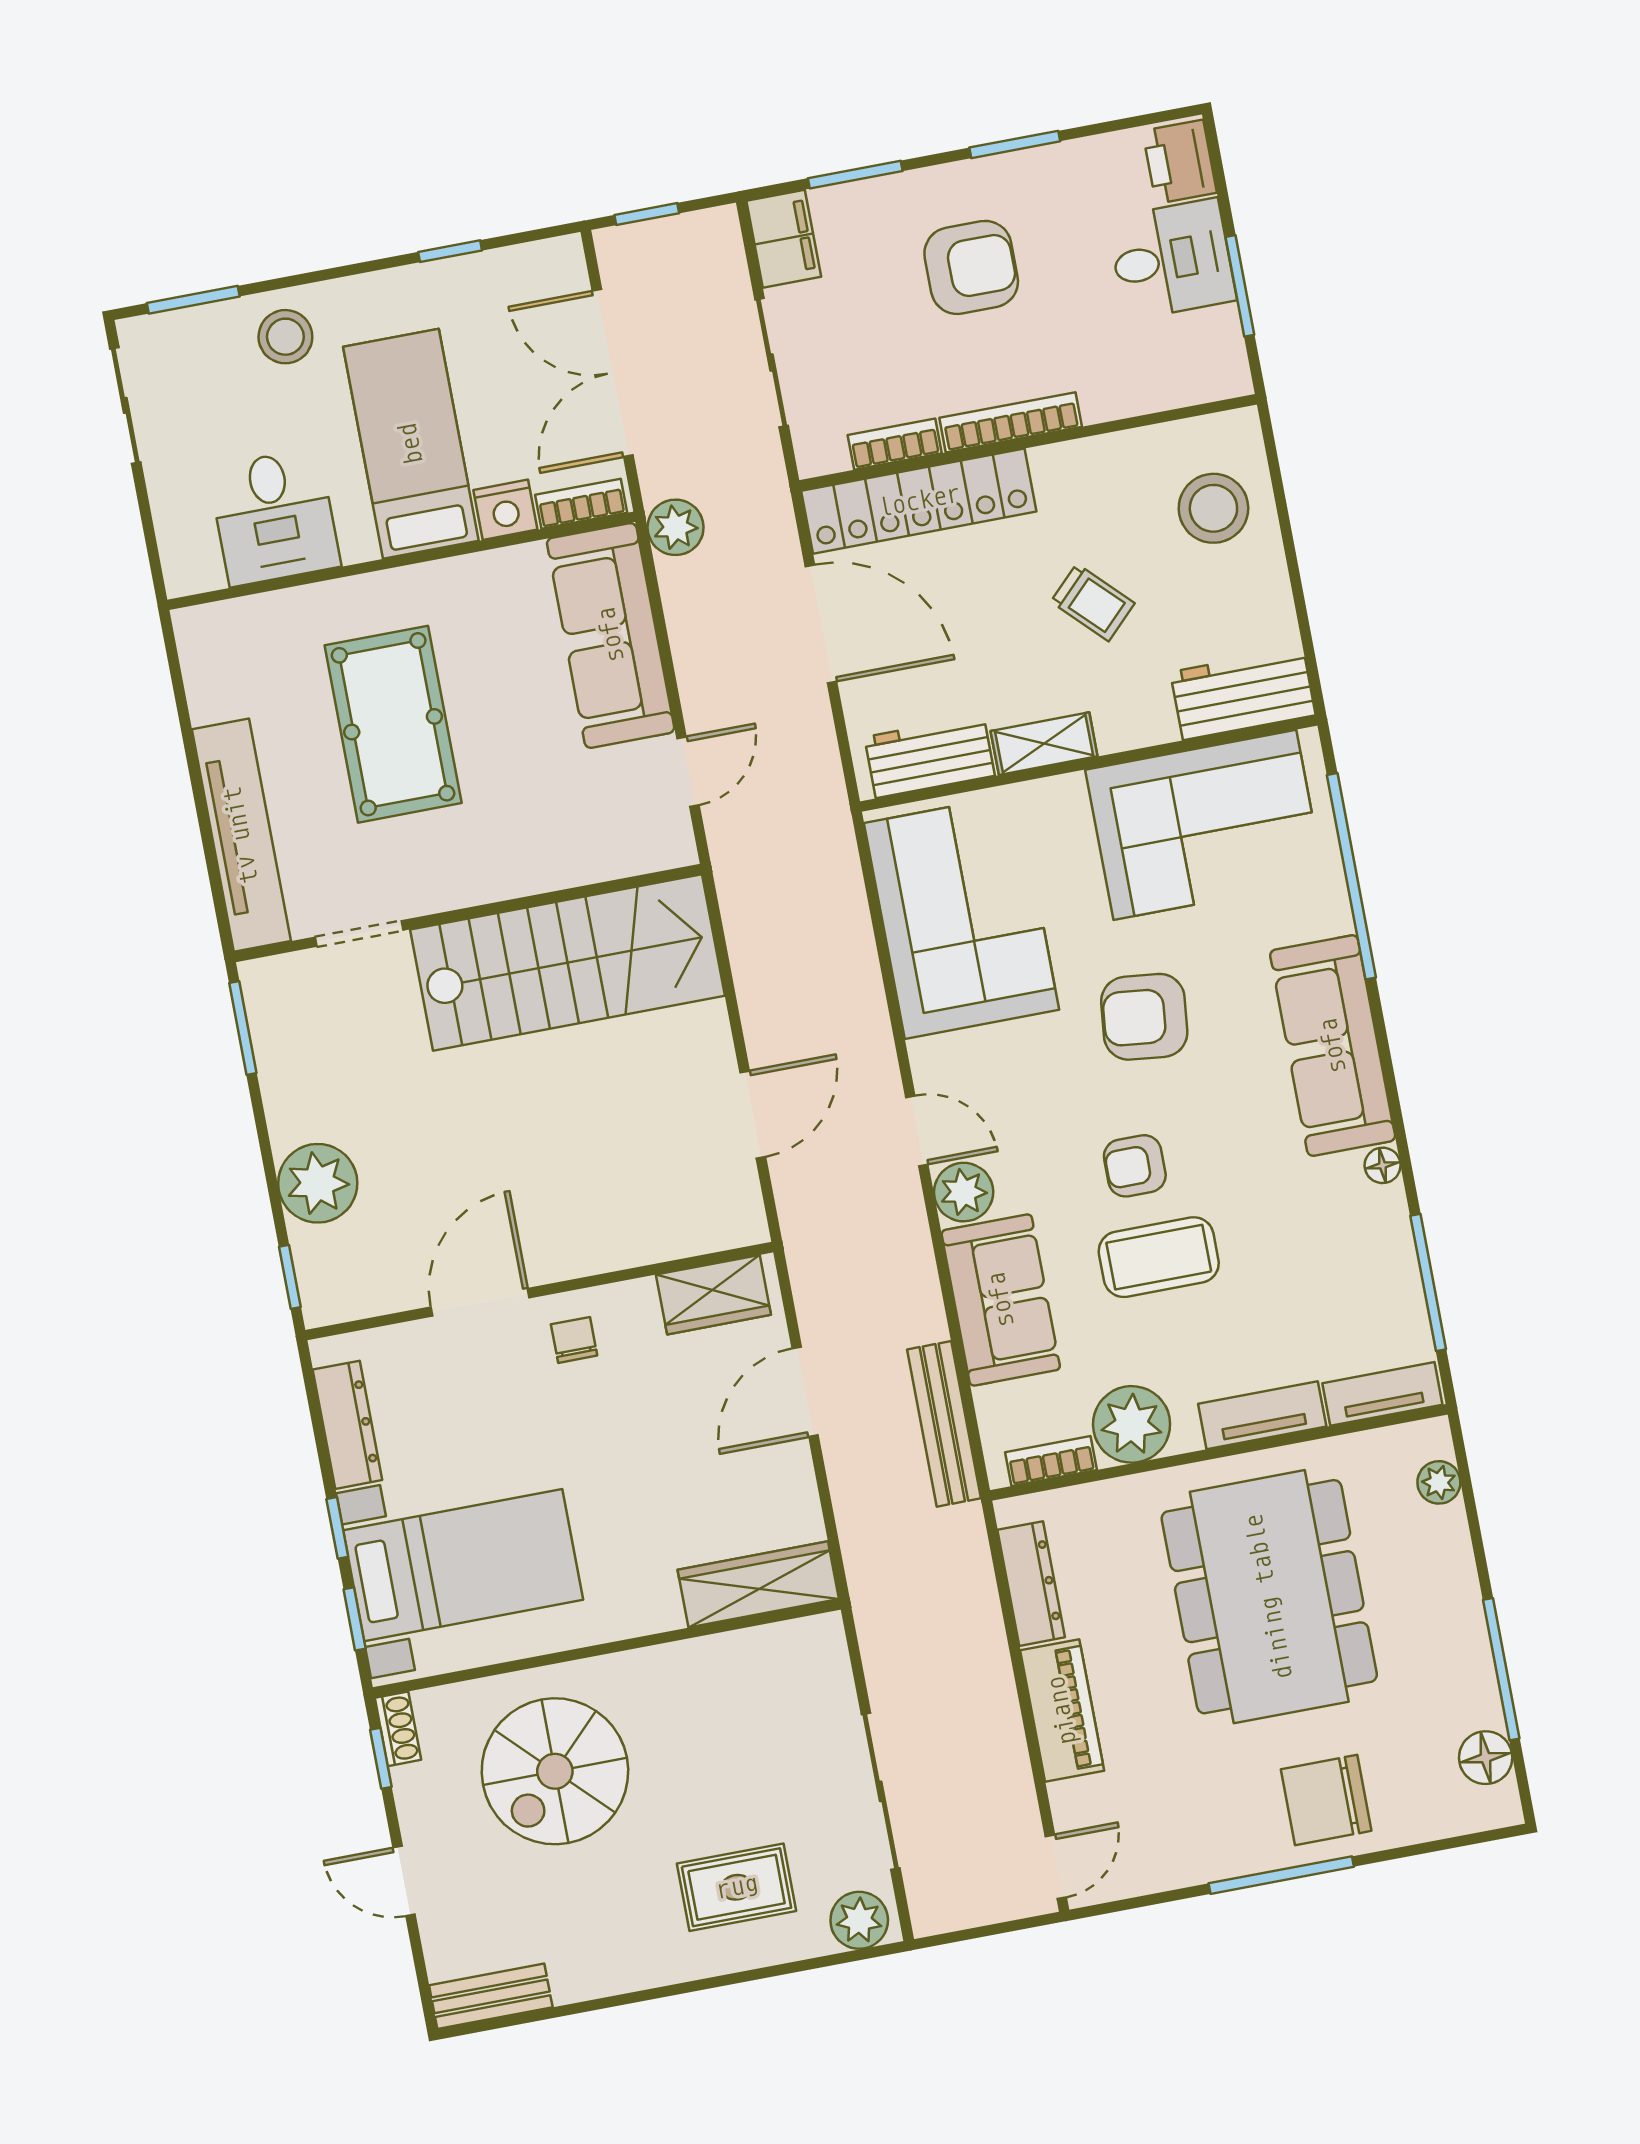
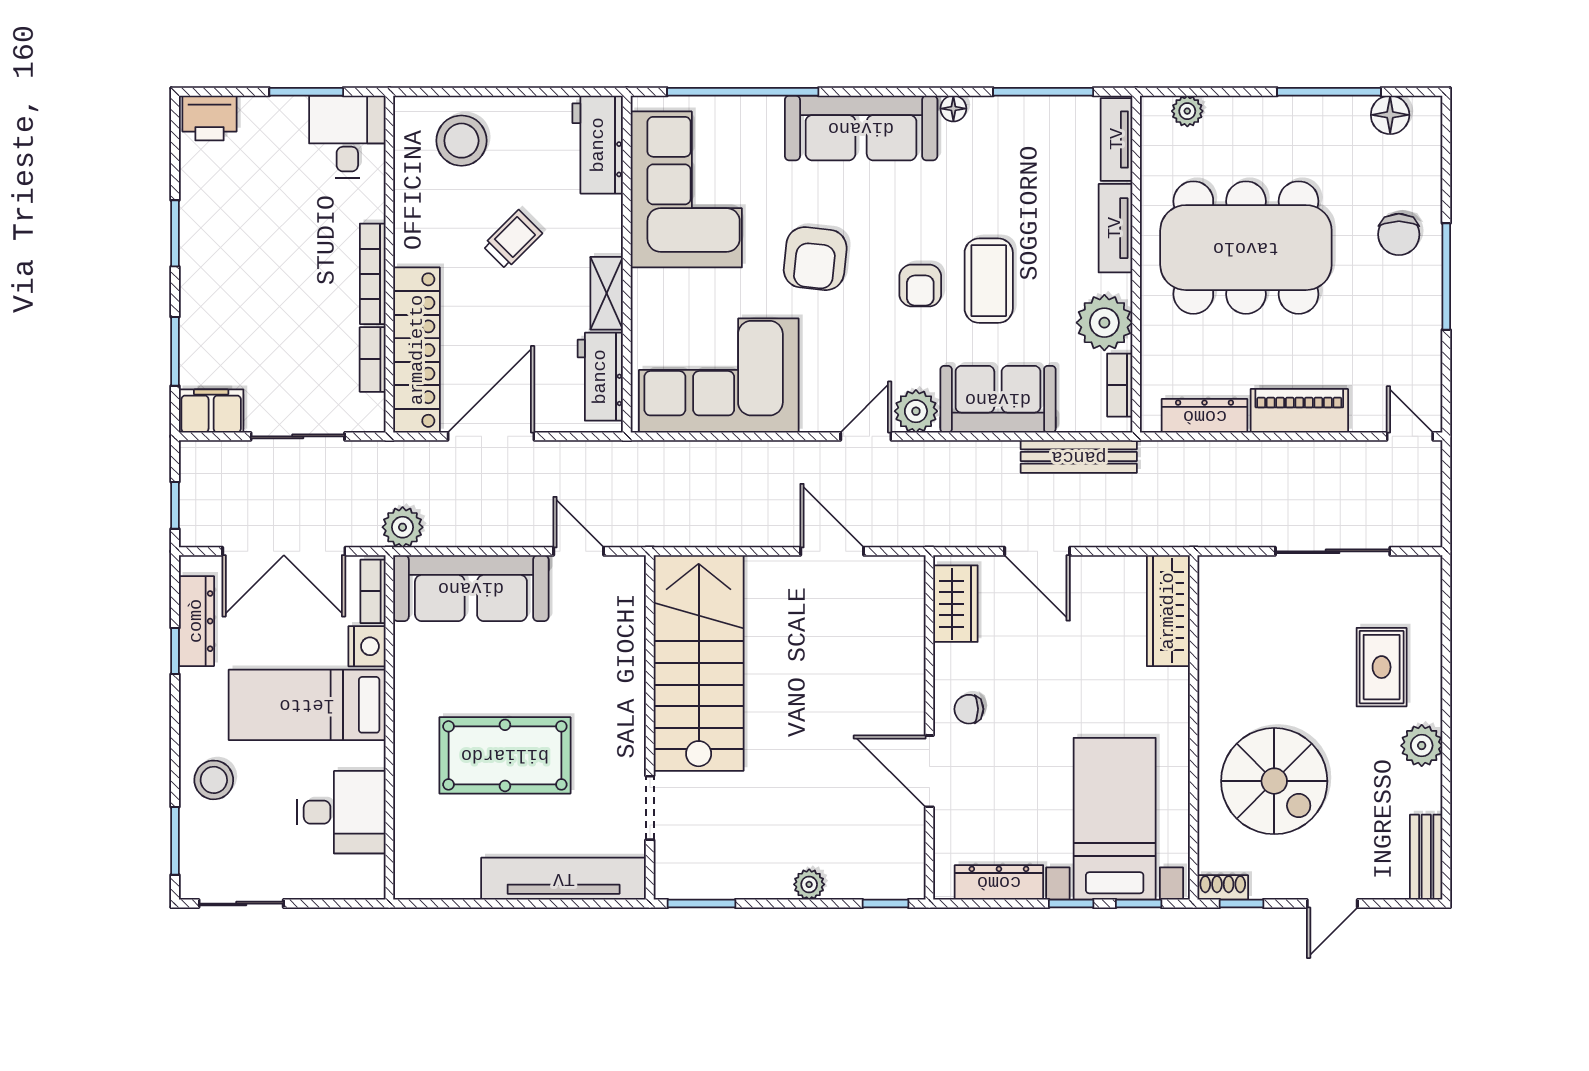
desk: (1172, 259) -> (347, 137), moved
armchair: (971, 267) -> (257, 281), removed
dresser: (496, 273) -> (196, 621), added
plant: (318, 1183) -> (809, 884), width x0.53, depth x0.53
chair: (1326, 1800) -> (1399, 234), width x0.73, depth x0.73
plant: (859, 1920) -> (1422, 746), moved

